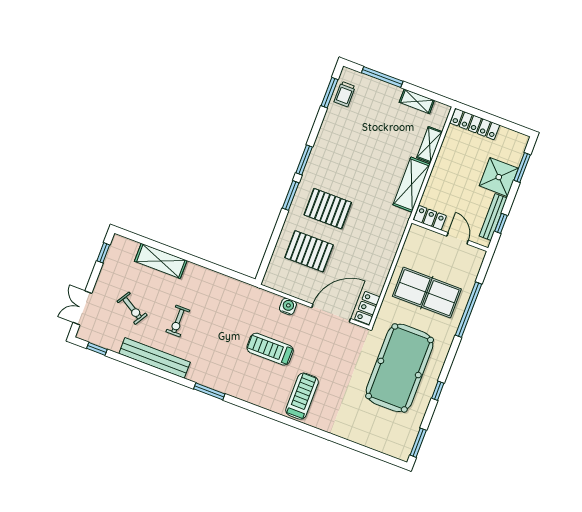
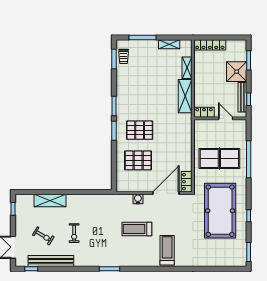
bench: (155, 358) -> (51, 261), moved

